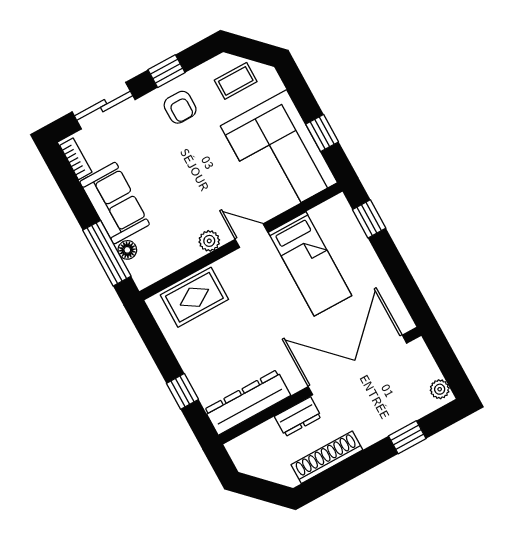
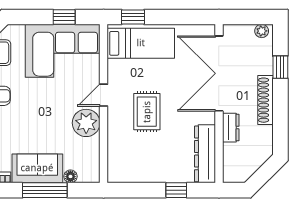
plant: (209, 241) -> (86, 123), width x1.88, depth x1.88
window: (107, 253) -> (45, 190), moved
bed: (310, 264) -> (141, 43), moved
rug: (194, 297) -> (147, 112), moved
shoe rack: (327, 457) -> (266, 100), moved

